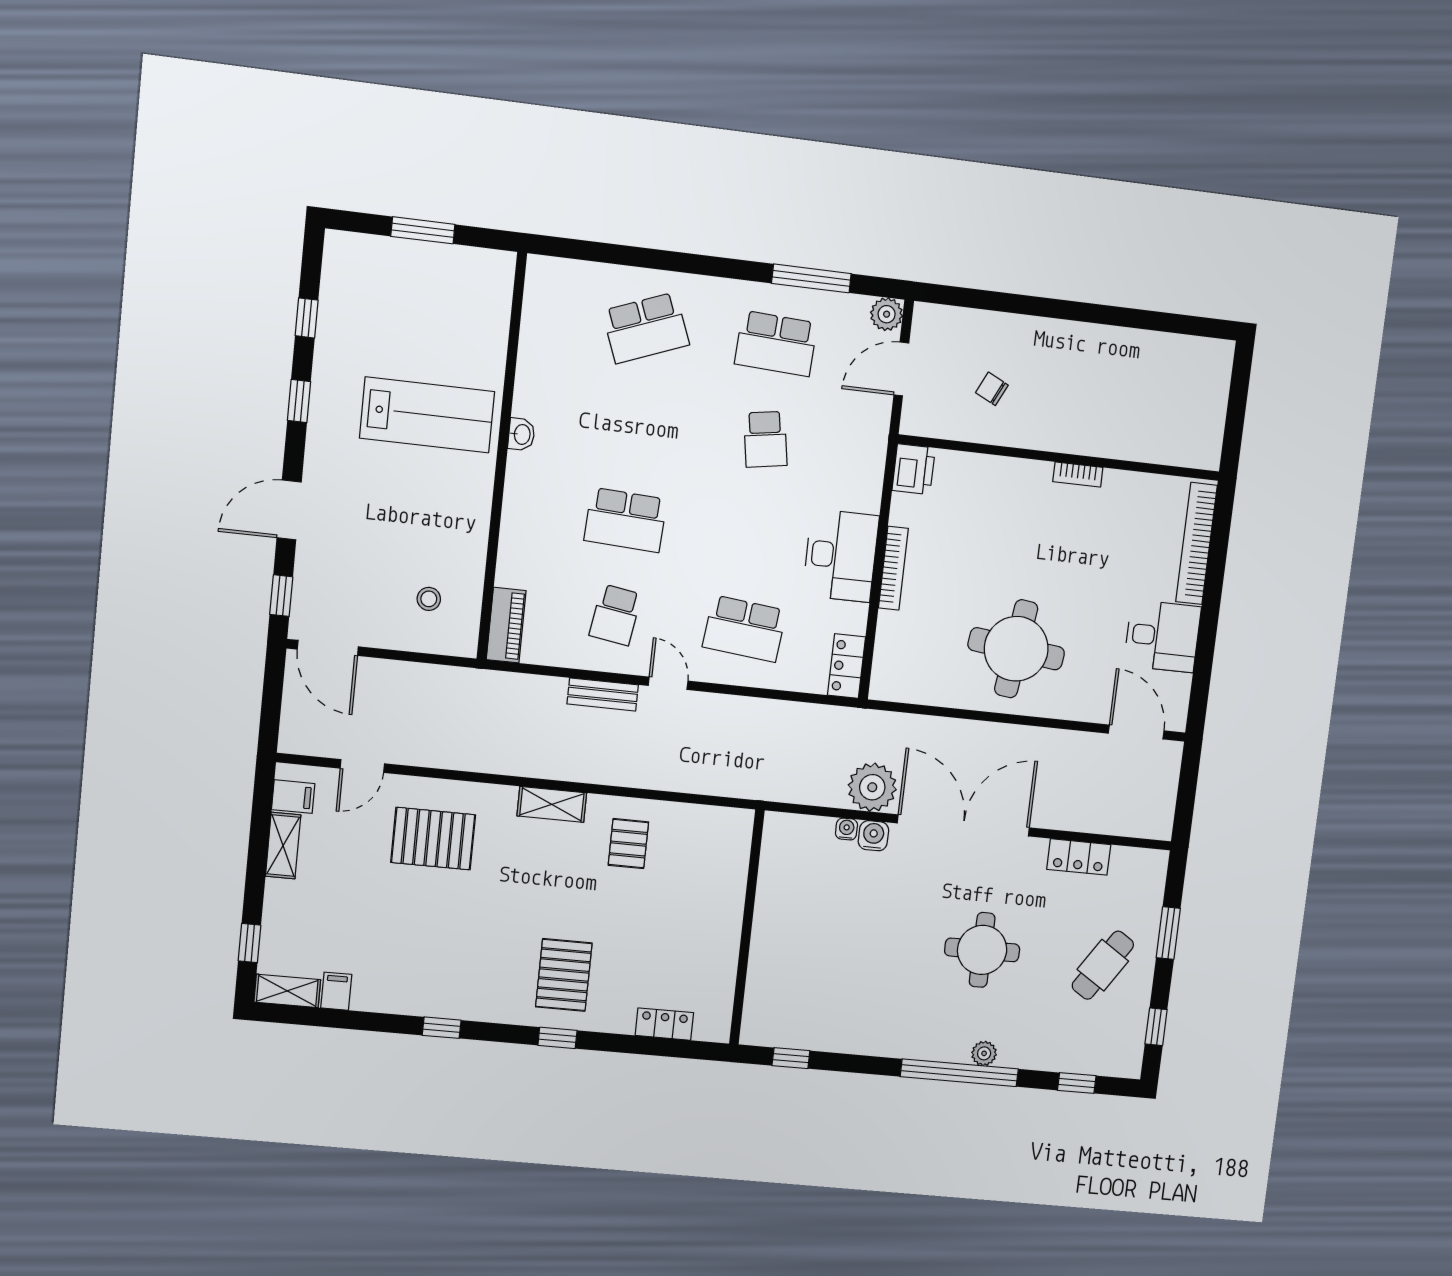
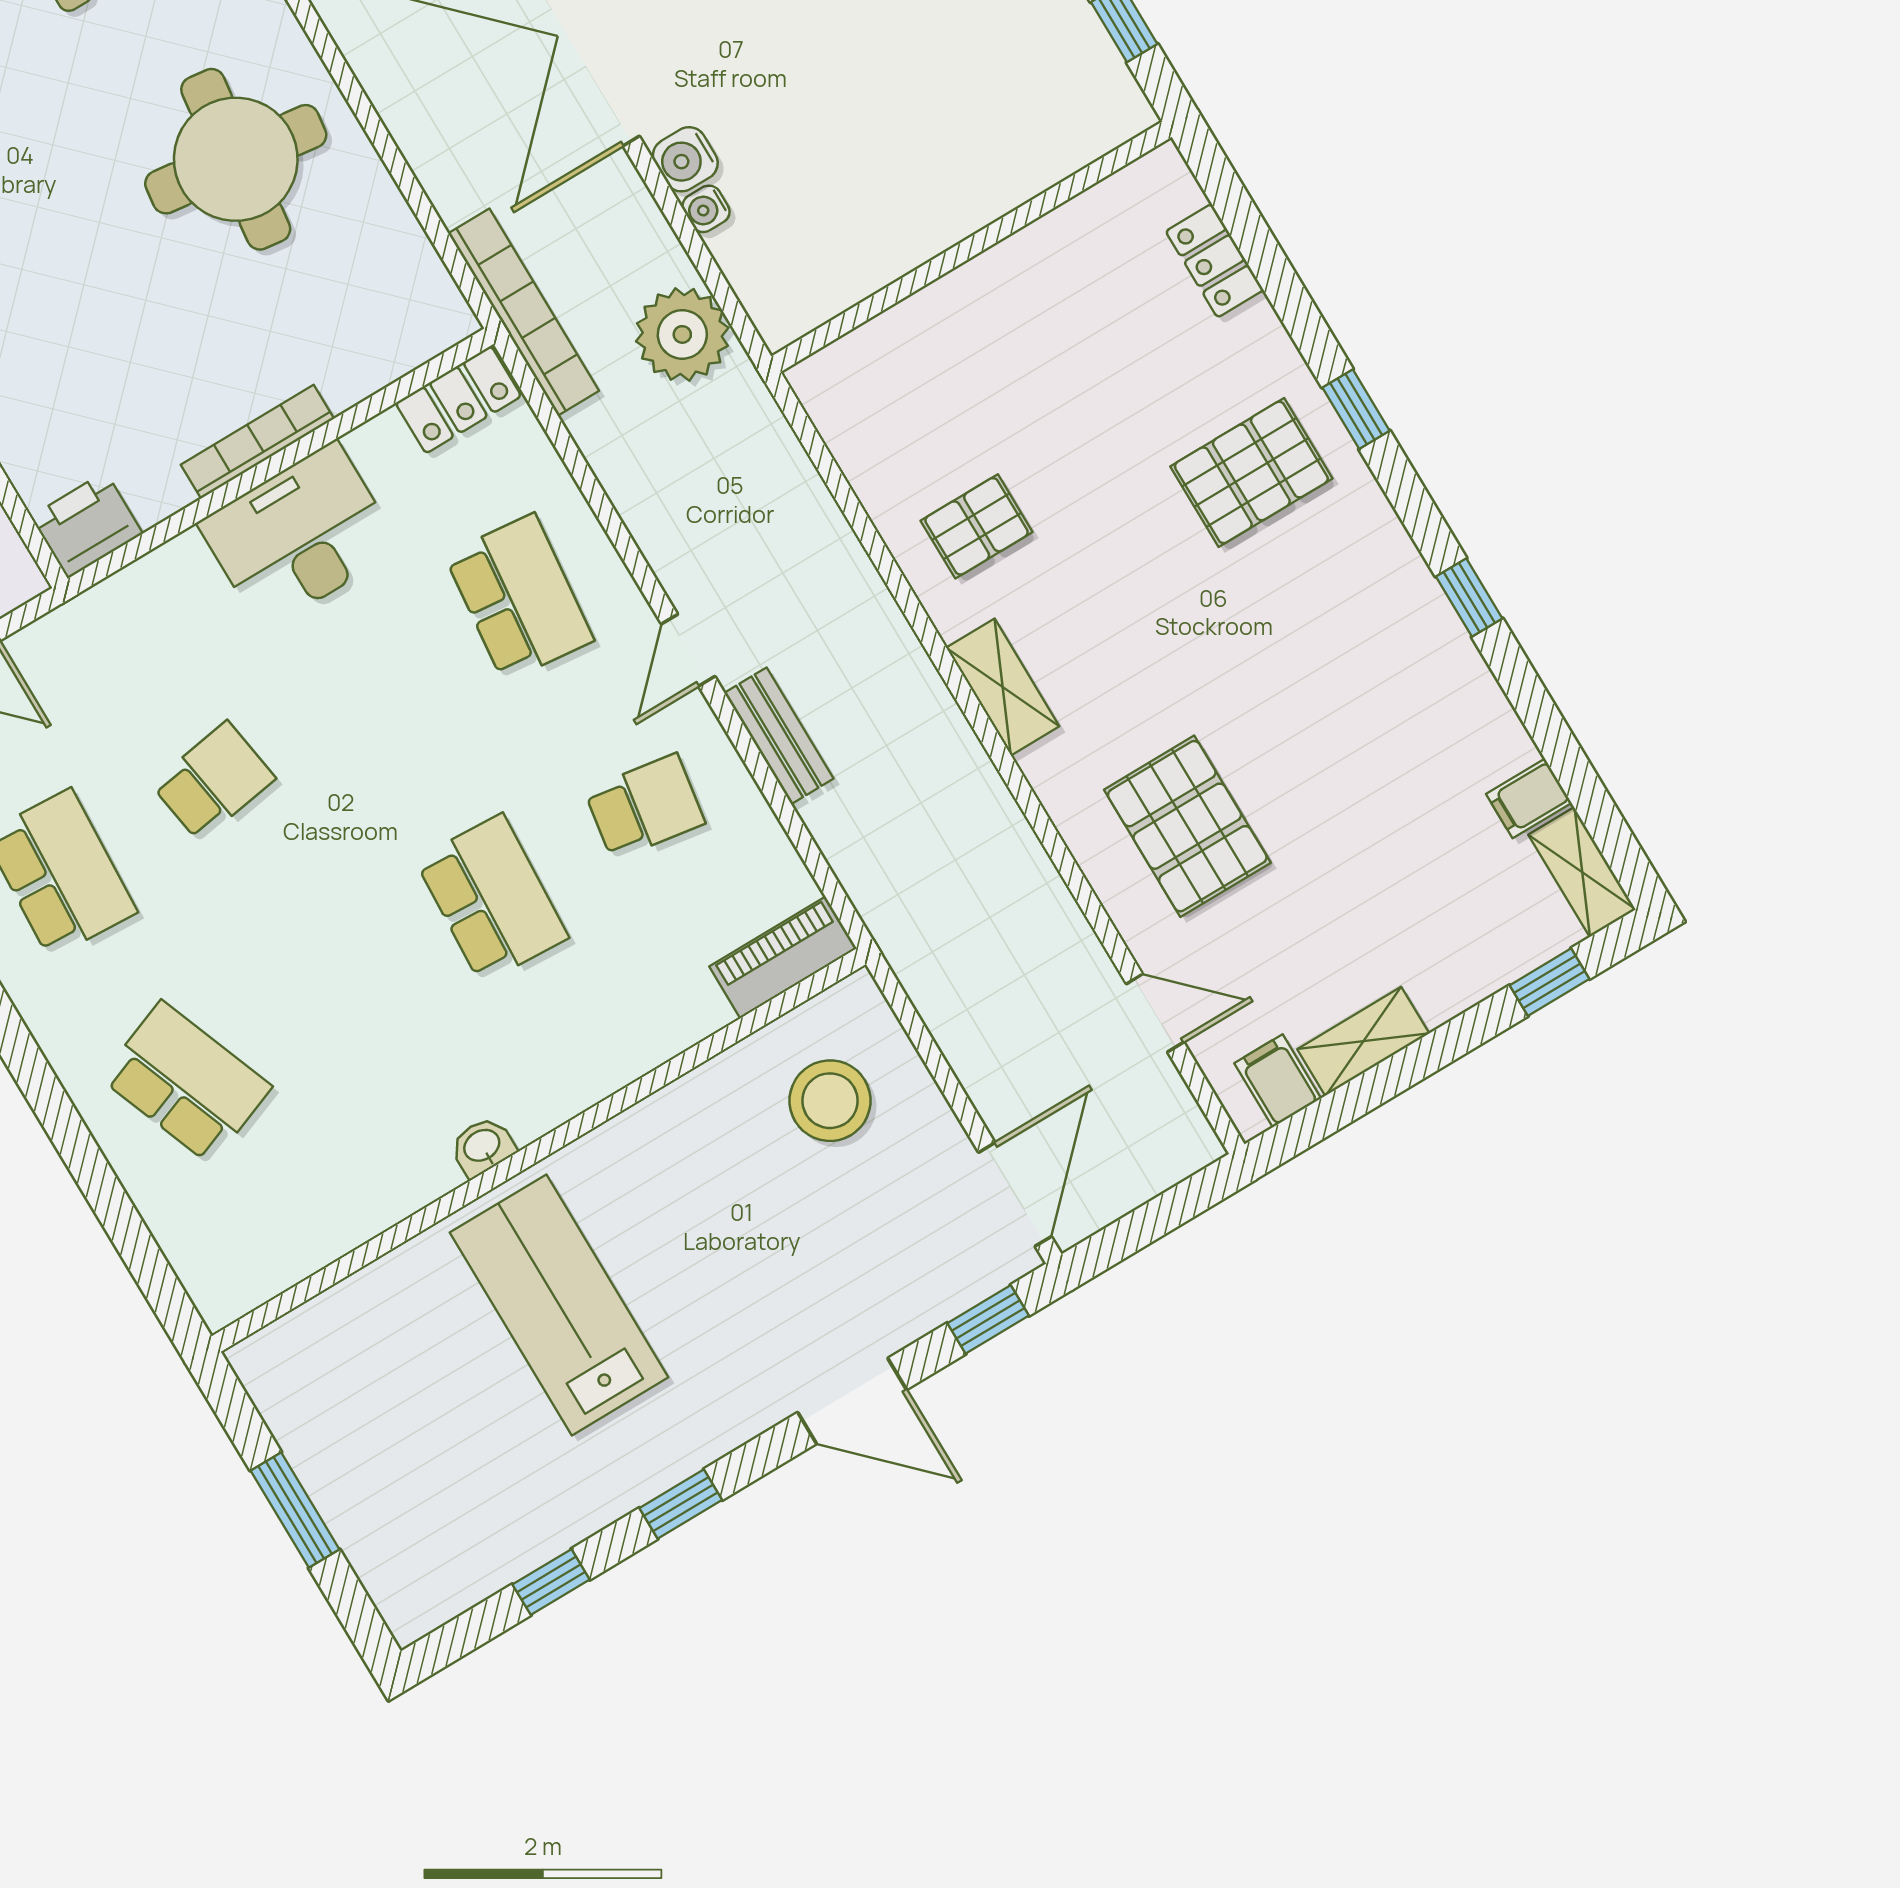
stool: (429, 599) -> (830, 1101), width x1.89, depth x1.89
bookcase: (862, 721) -> (524, 312), added
plant: (872, 787) -> (682, 334), moved

